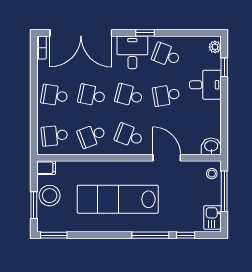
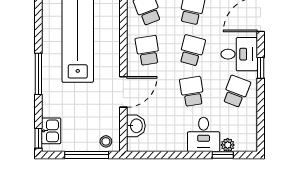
plant: (215, 47) -> (228, 145), moved
school desk: (129, 136) -> (148, 50), turned -30
washbasin: (211, 146) -> (136, 126), moved
kitchen sink: (213, 218) -> (51, 131), moved, turned 90
window: (186, 235) -> (38, 138), moved

